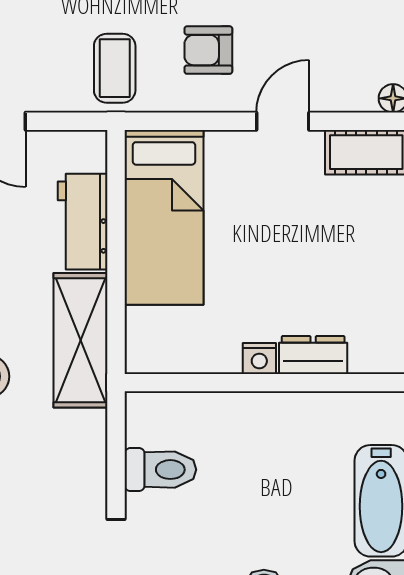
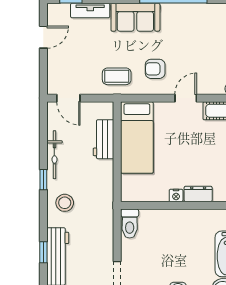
coffee table: (115, 68) -> (117, 76), turned 90
shelving: (81, 340) -> (103, 188), removed
toilet: (160, 470) -> (130, 224), moved, turned 90

